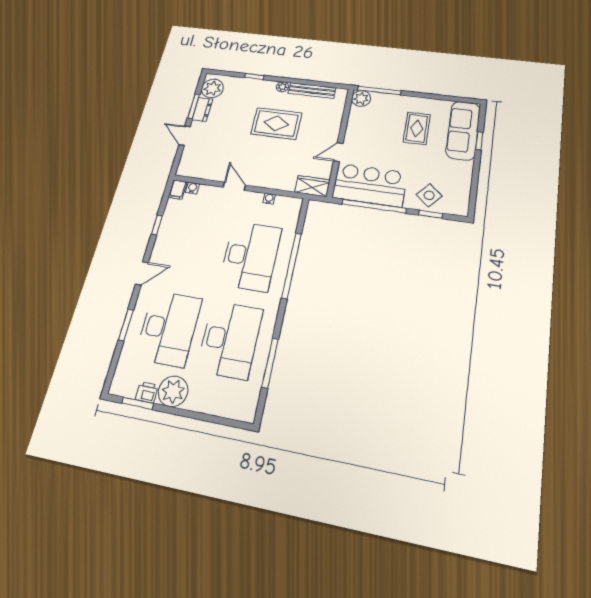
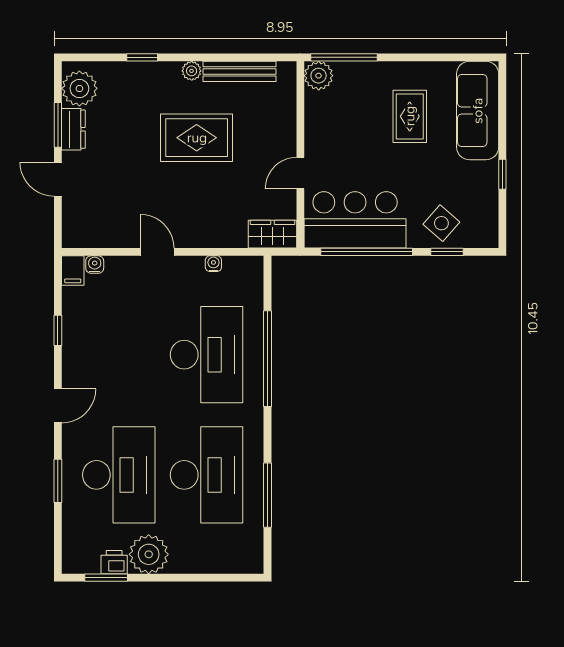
window: (479, 141) -> (502, 174), moved

